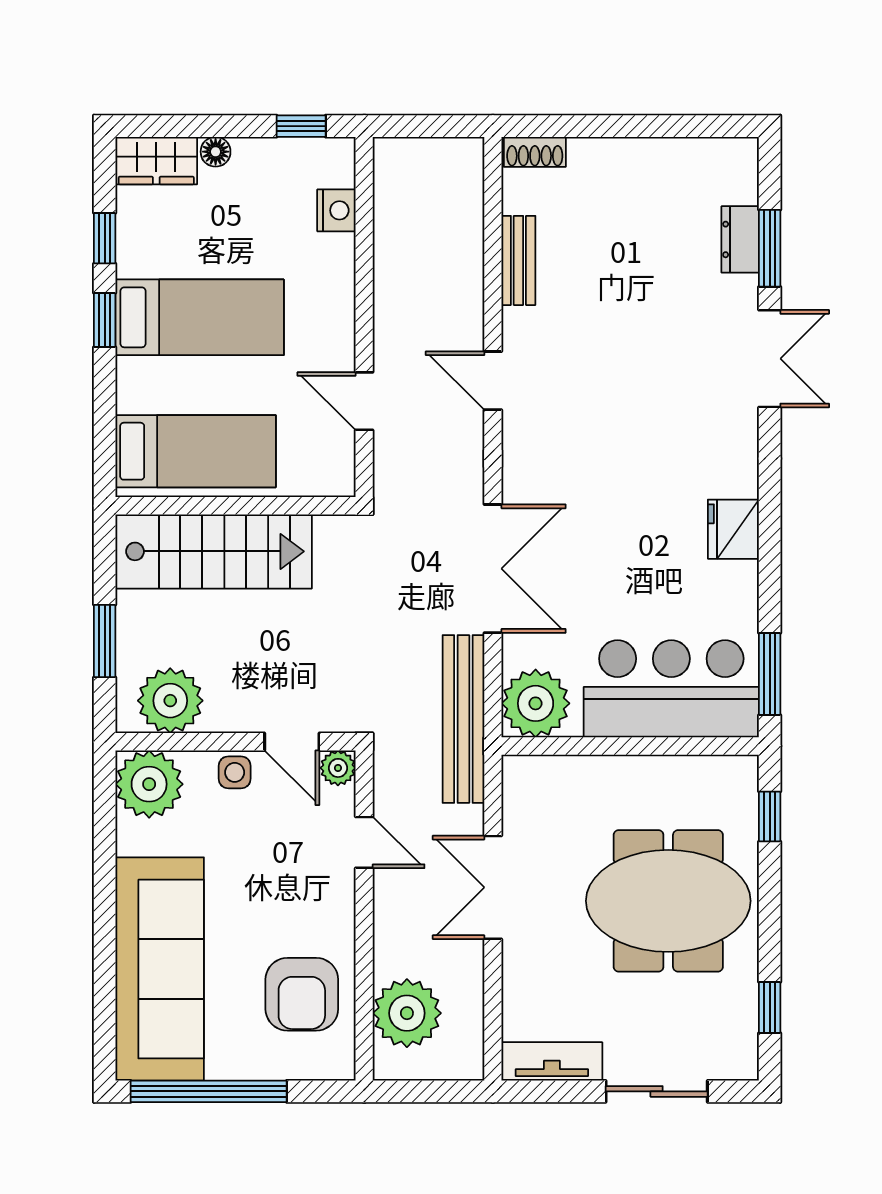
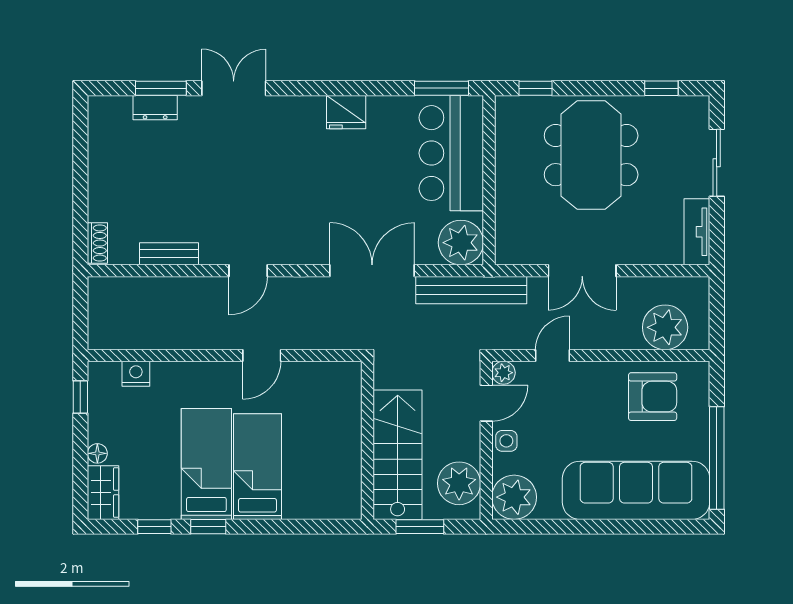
bed: (196, 451) -> (257, 467), moved
wall: (235, 506) -> (367, 440), moved
stairs: (214, 551) -> (398, 455), moved

